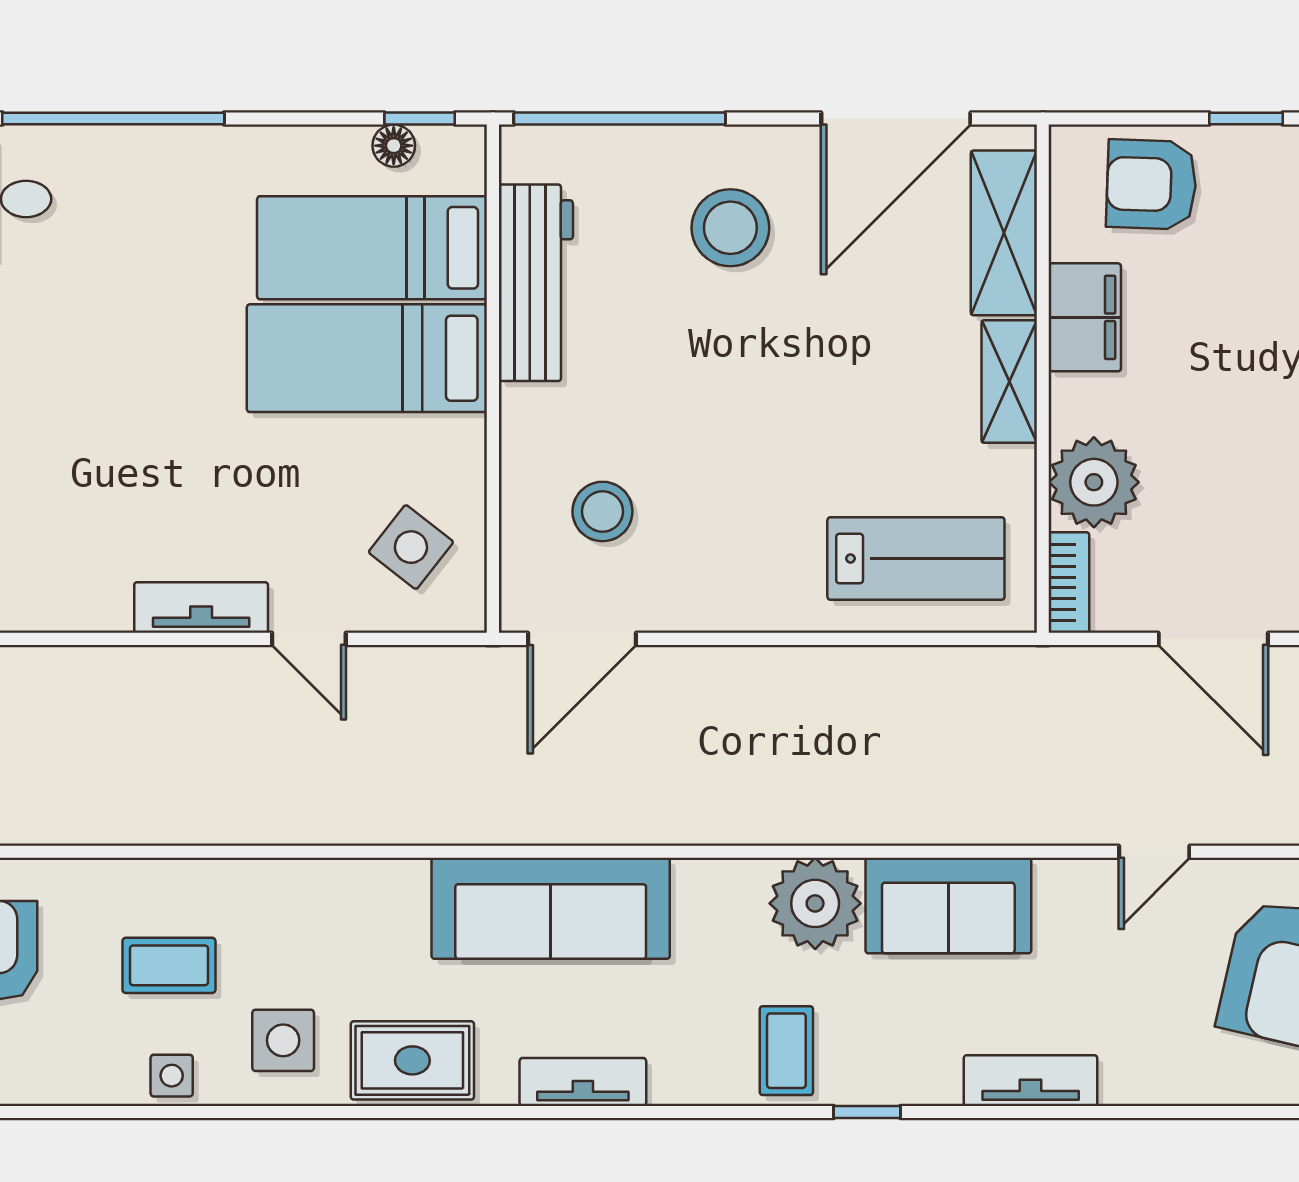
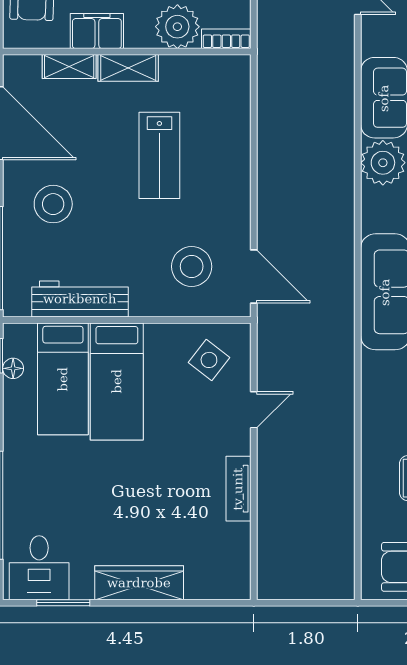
shelving: (1004, 233) -> (69, 67), width x0.67, depth x0.75
stool: (602, 511) -> (192, 266), width x1.38, depth x1.38
lab bench: (916, 559) -> (159, 155), moved, turned 180
tv unit: (201, 608) -> (238, 489), moved

